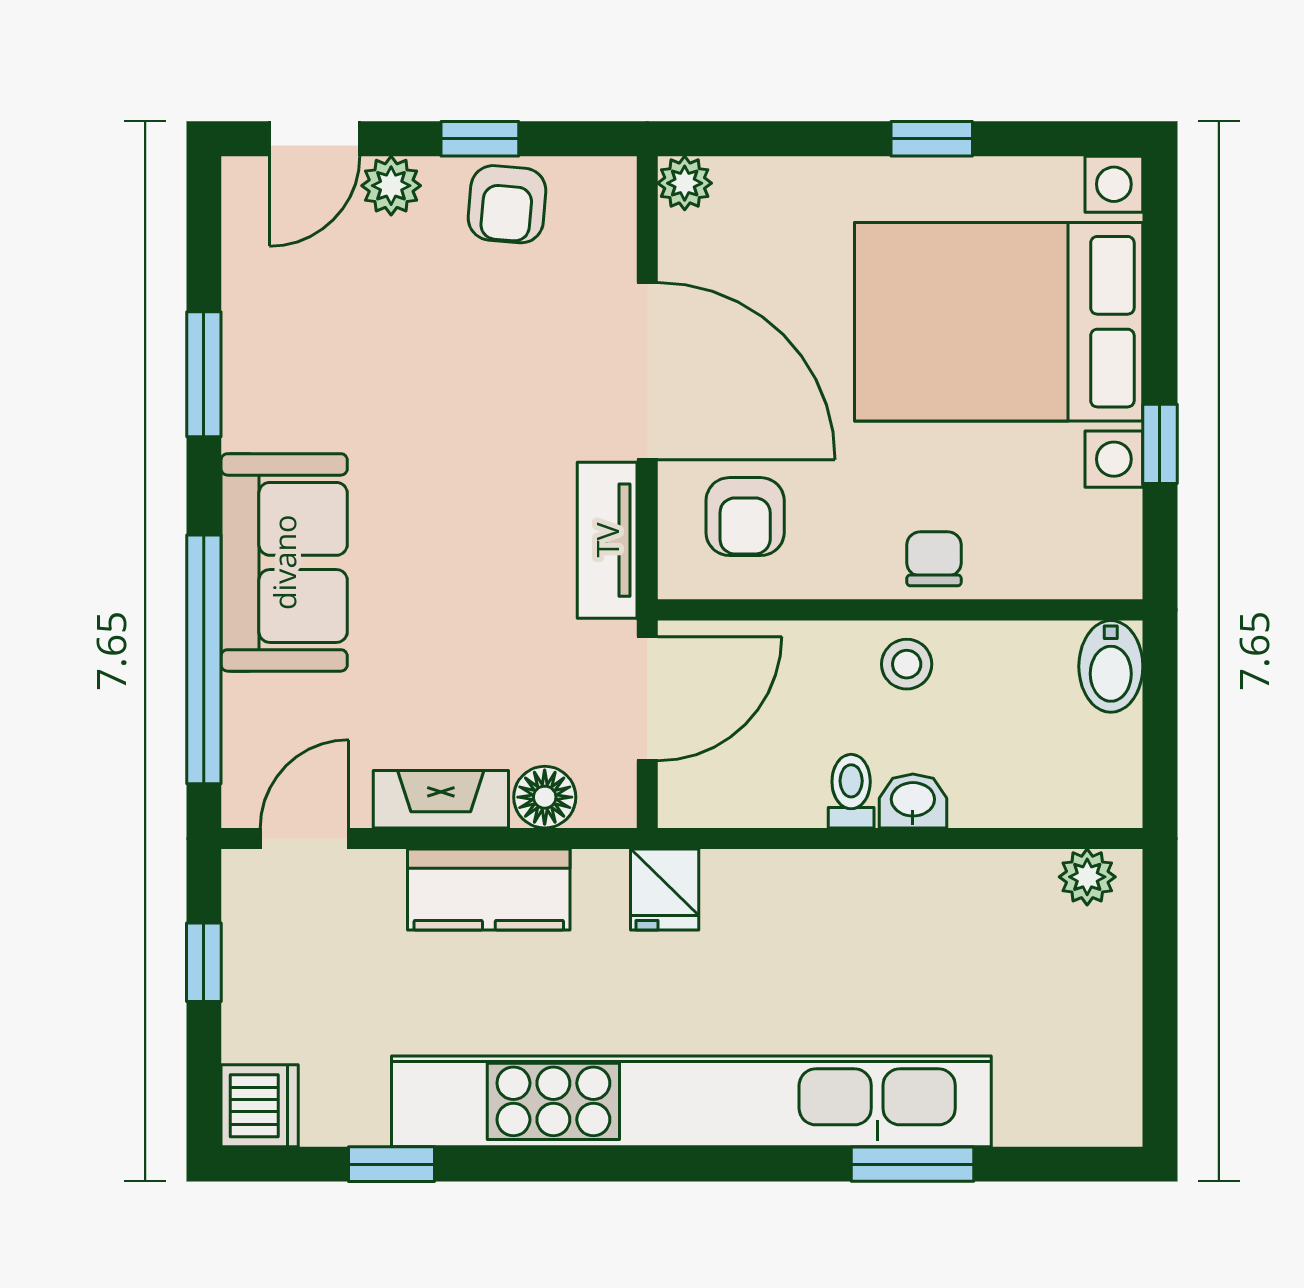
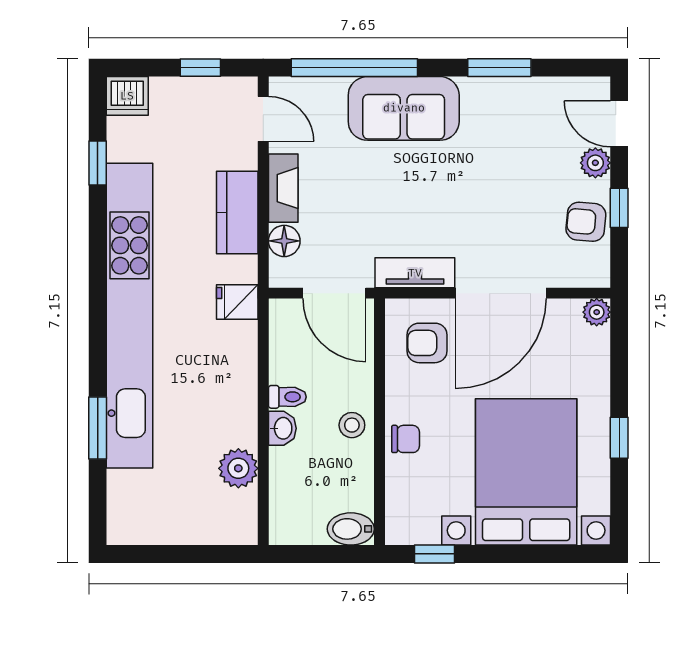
window: (1160, 444) -> (434, 554), moved
plant: (1087, 877) -> (238, 468), moved, width x1.38, depth x1.38

